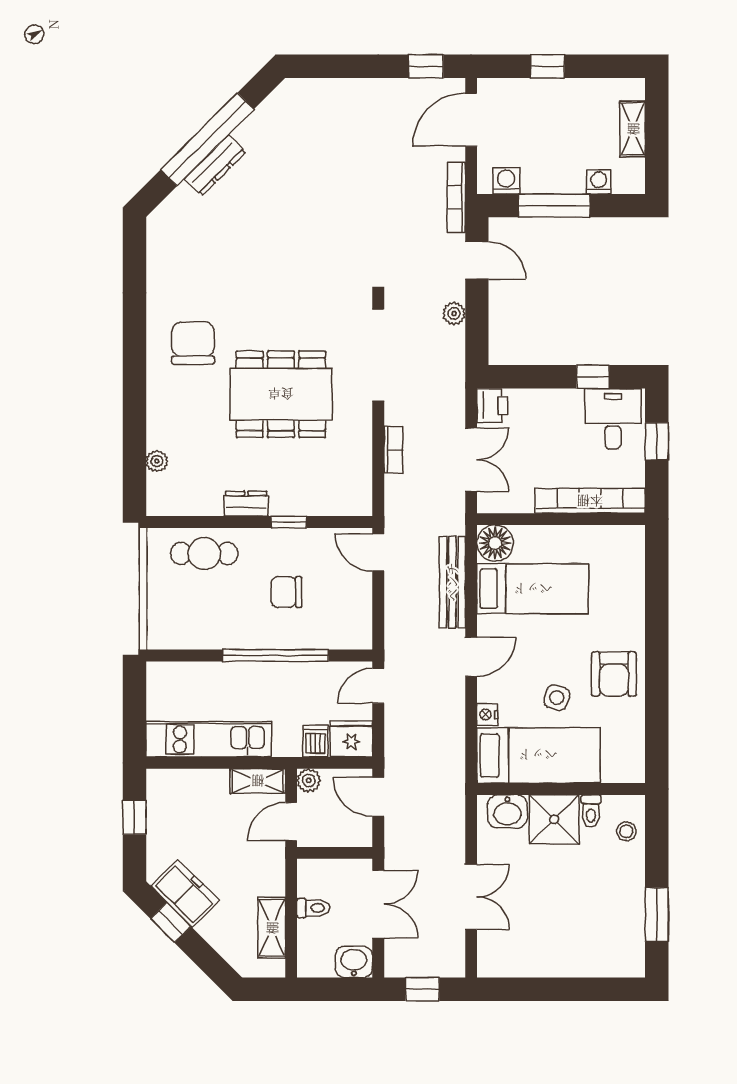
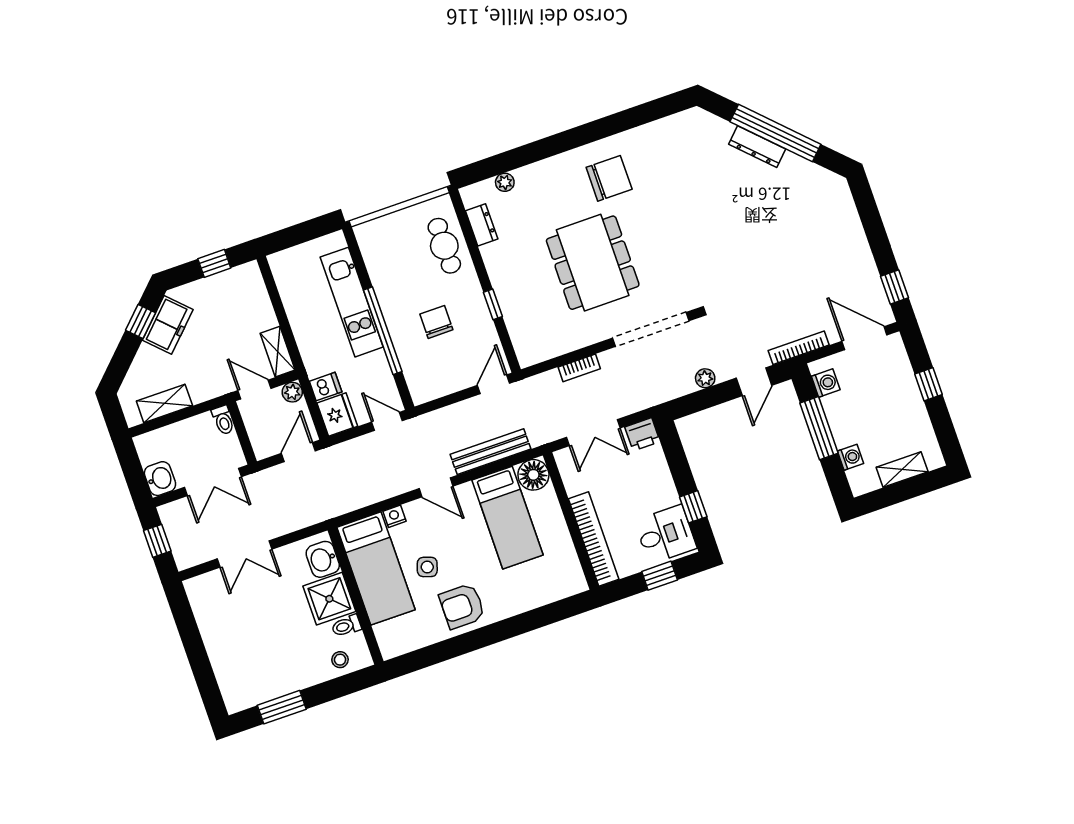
dresser: (246, 504) -> (482, 225), moved
kitchen unit: (209, 739) -> (352, 302), moved, turned 180
toilet: (313, 908) -> (223, 420), moved

